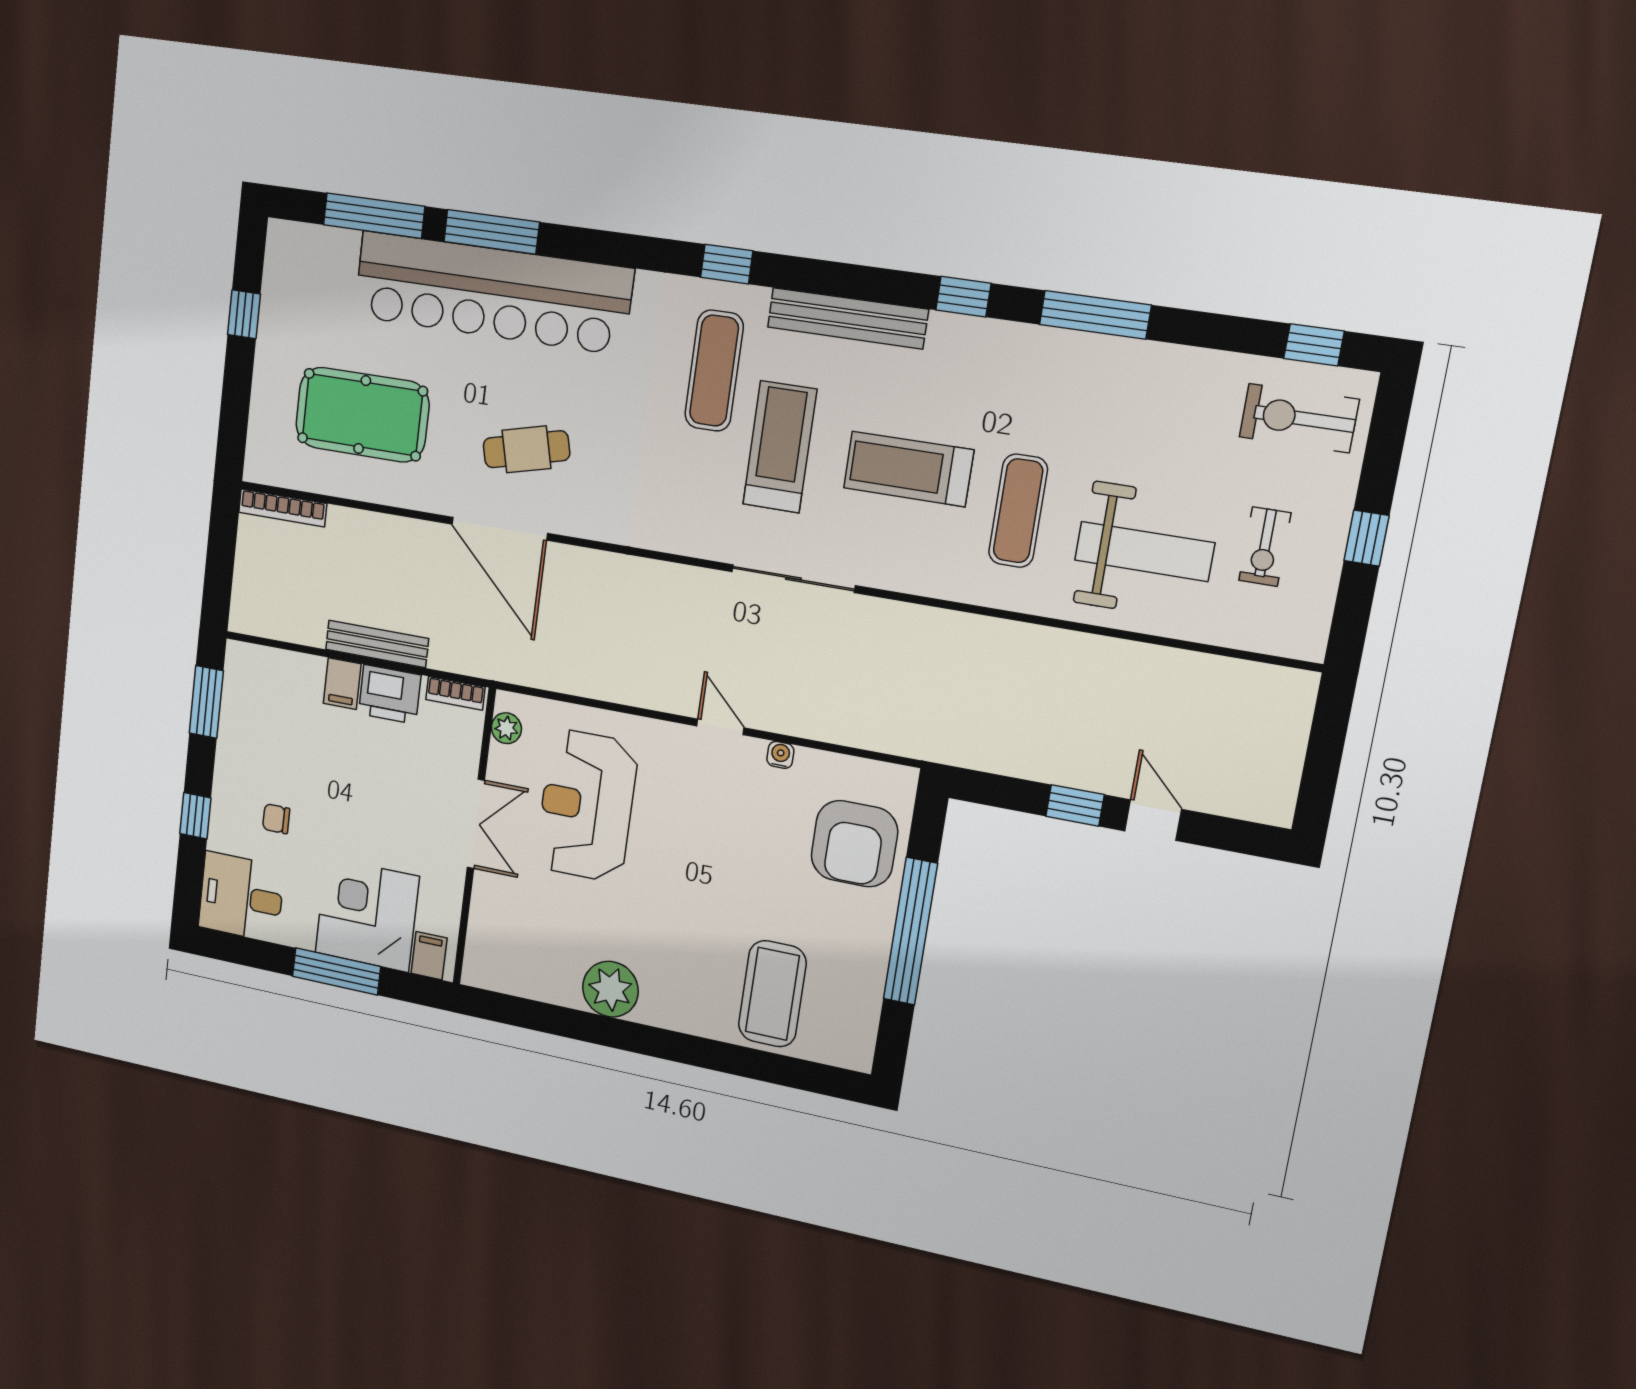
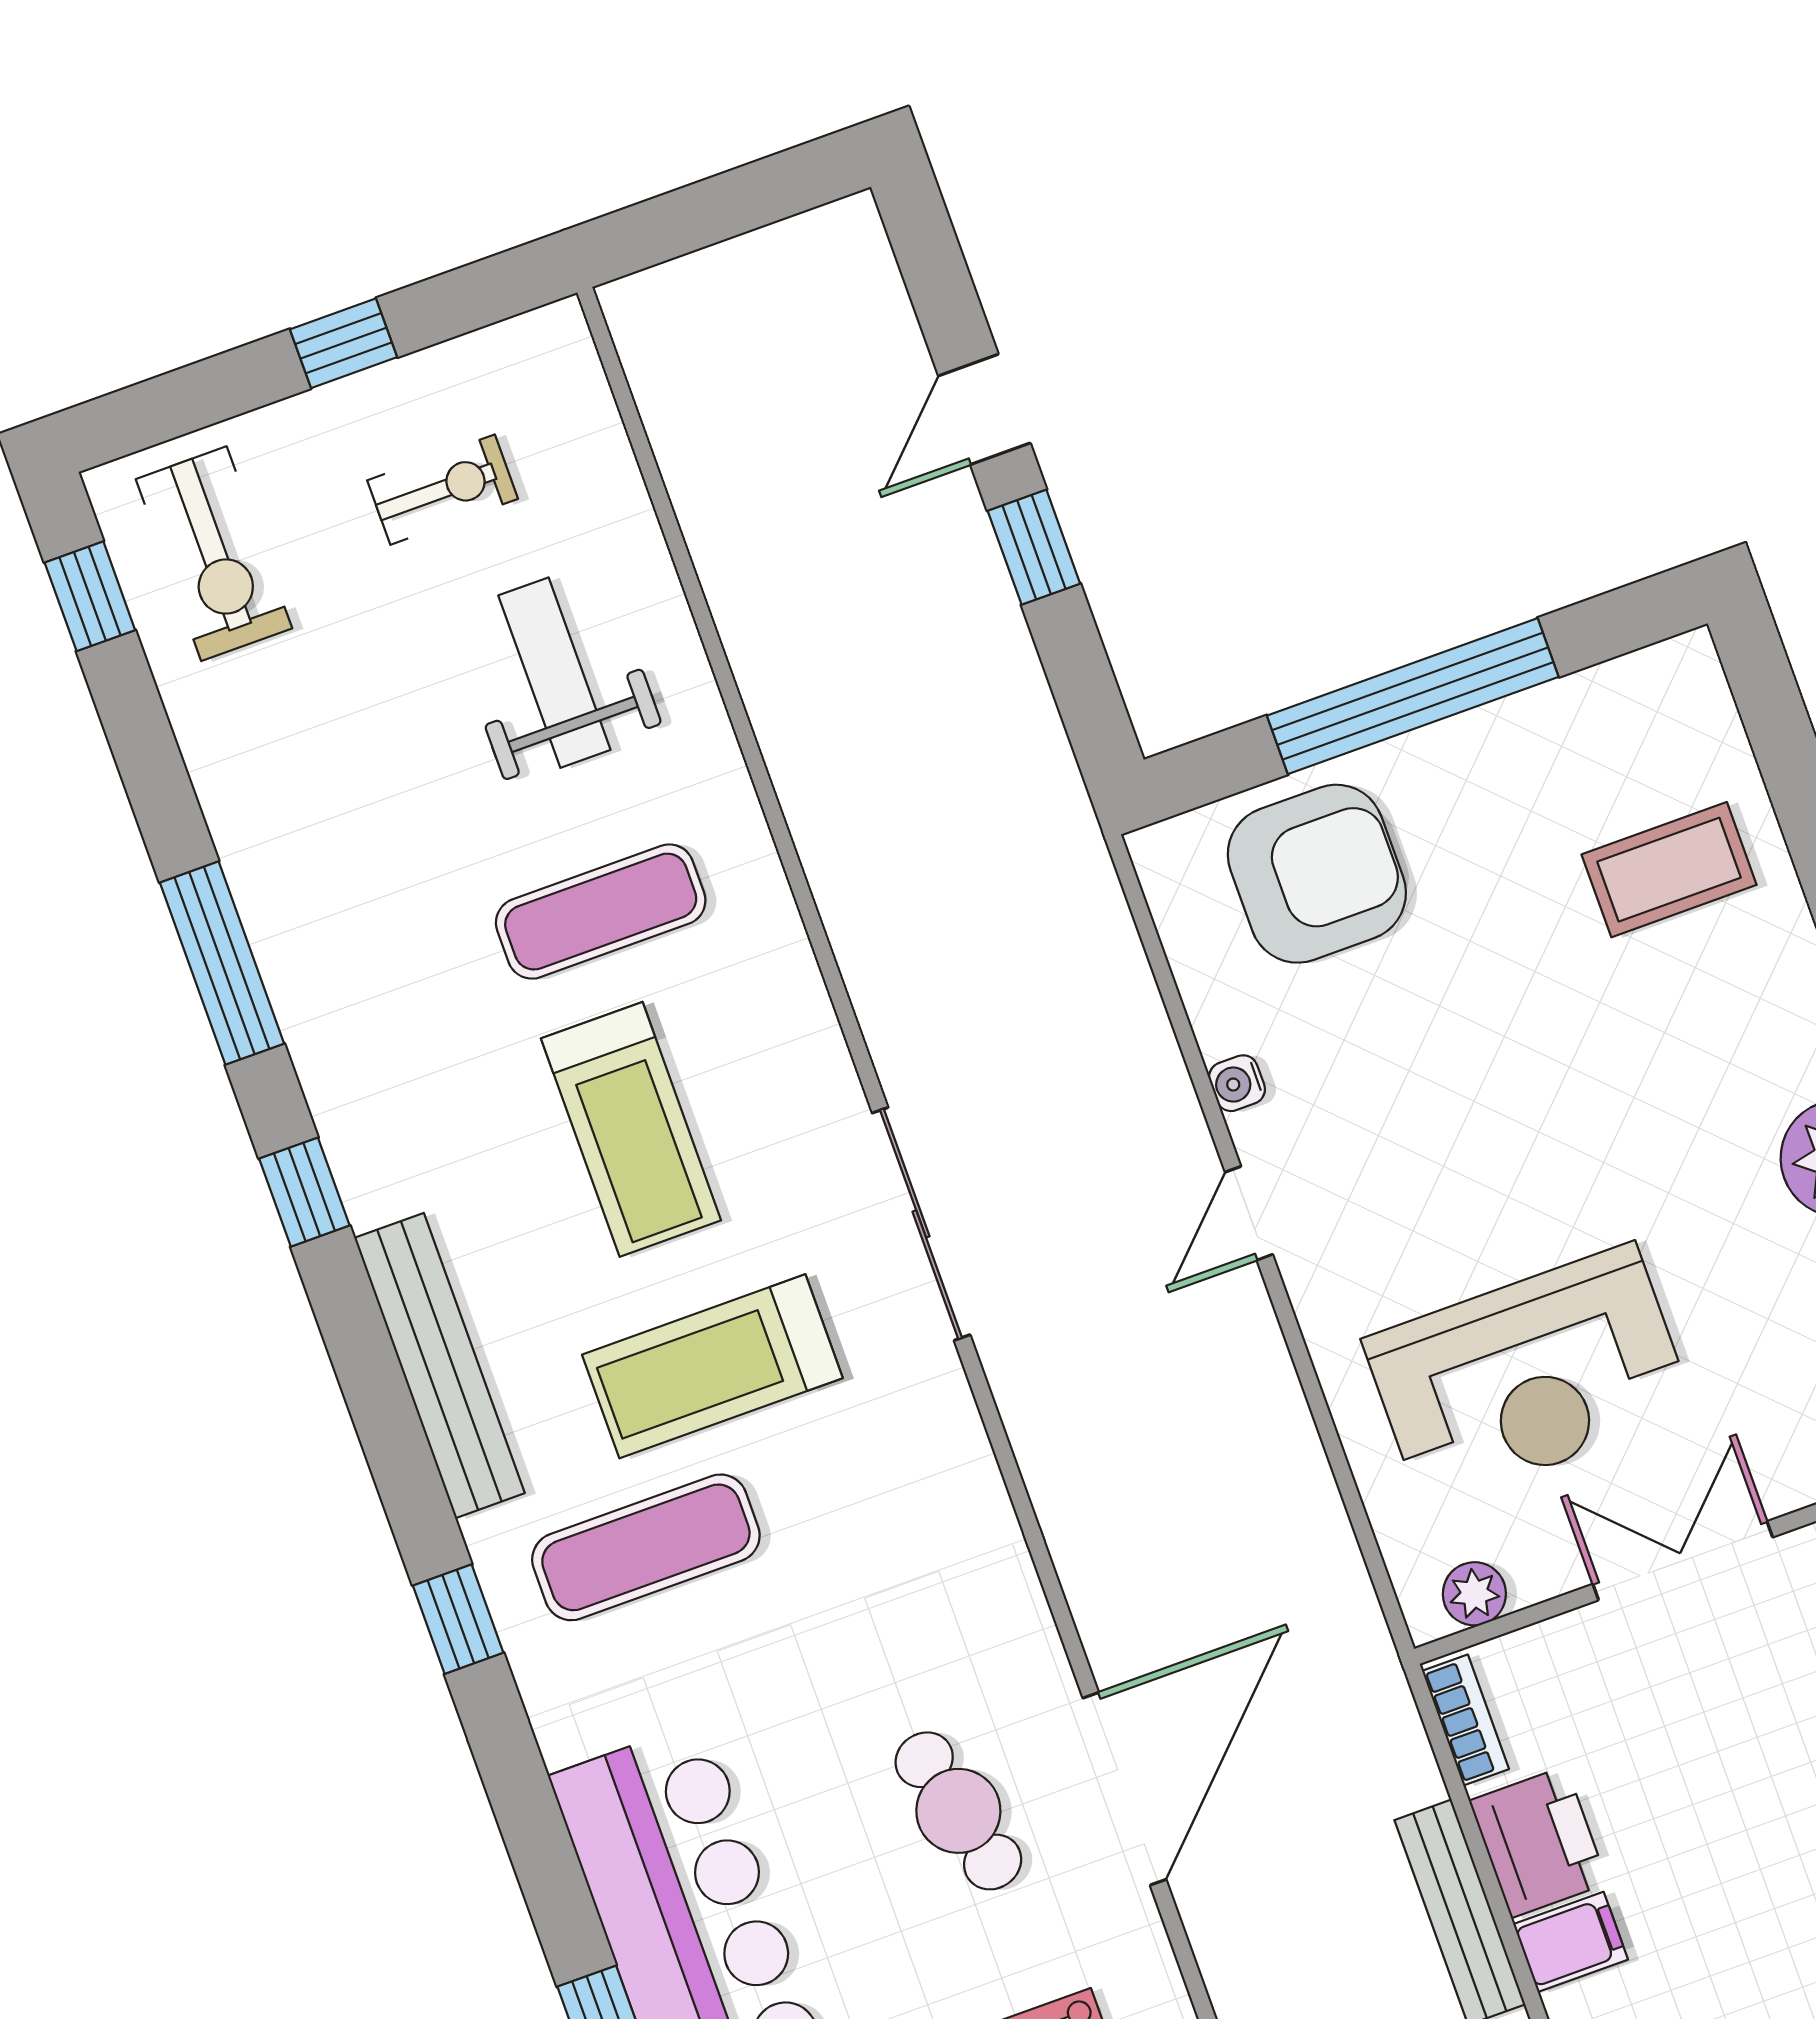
weight bench: (1144, 551) -> (554, 673), width x0.73, depth x0.75
coffee table: (772, 994) -> (1669, 870), width x0.73, depth x0.76

